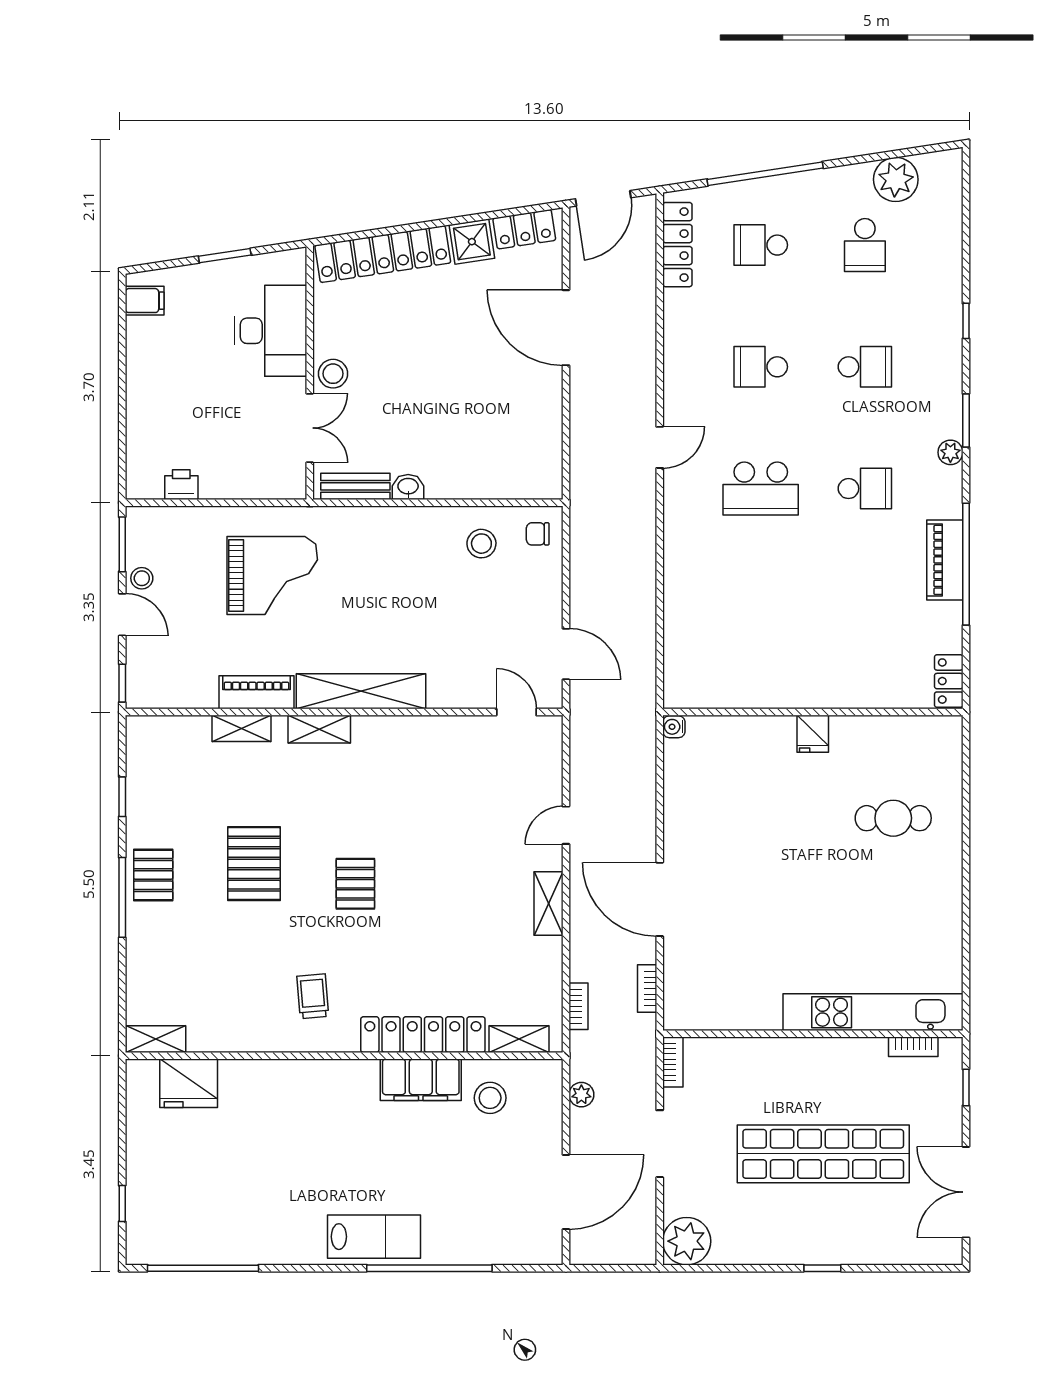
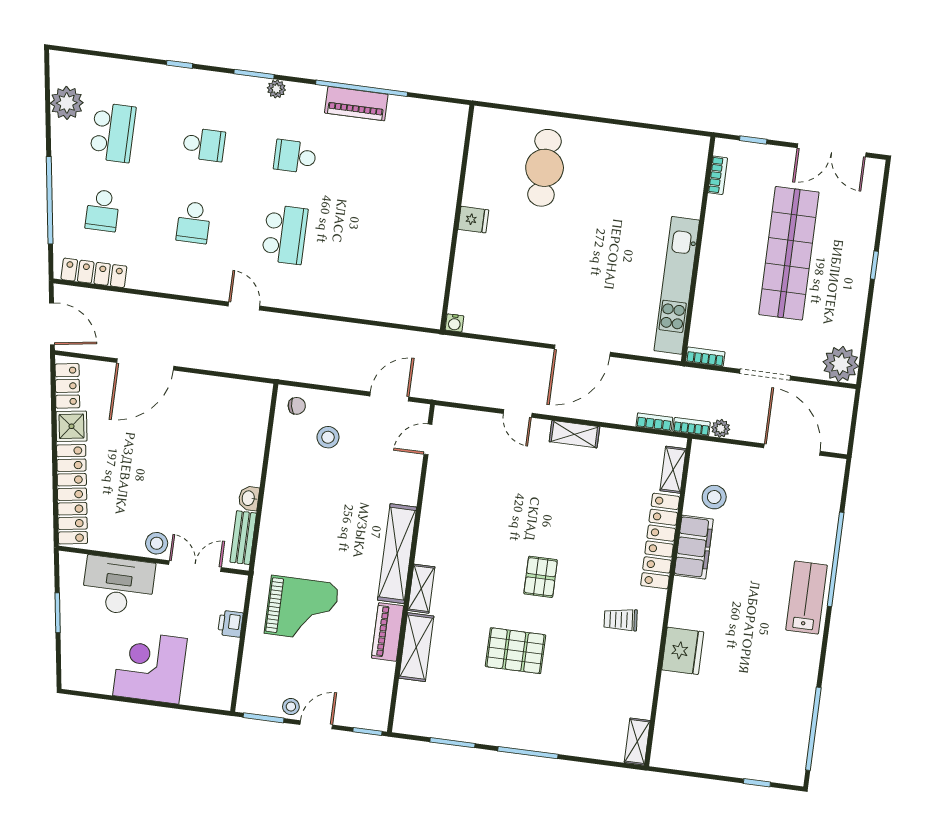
school desk: (865, 245) -> (113, 133), width x1.85
filing cabinet: (145, 301) -> (83, 677), removed
school desk: (865, 367) -> (204, 145), turned 90
corner desk: (169, 386) -> (150, 667), added
printer: (181, 485) -> (230, 624), moved
school desk: (865, 489) -> (295, 156), turned -90
chair: (538, 534) -> (297, 406), turned -103
stool: (481, 544) -> (328, 437), moved
grand piano: (272, 575) -> (302, 609), turned 90
locker: (949, 681) -> (447, 113), removed
shelving: (242, 728) -> (416, 647), width x1.50, depth x1.33
window: (122, 797) -> (452, 743), width x1.50
cafe table: (893, 818) -> (545, 168), width x1.37, depth x1.35
pallet: (153, 875) -> (514, 727), removed
pallet: (355, 884) -> (541, 577), turned 90
bookcase: (647, 989) -> (692, 427), moved, turned 180
kitchen unit: (873, 1012) -> (677, 285), moved
fridge: (189, 1083) -> (683, 651), moved

